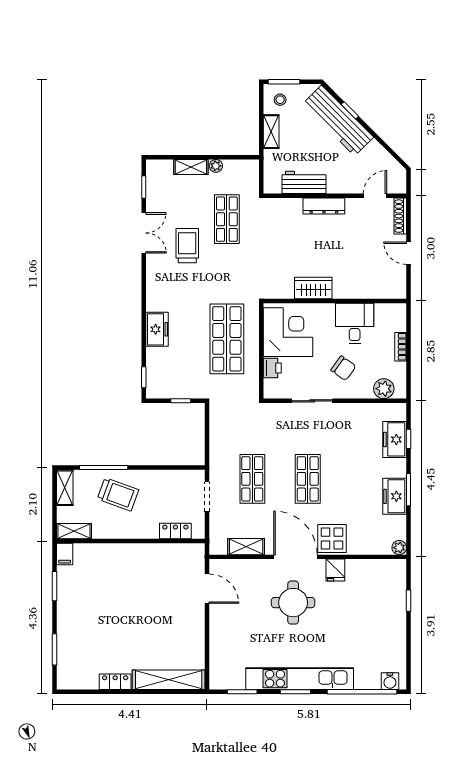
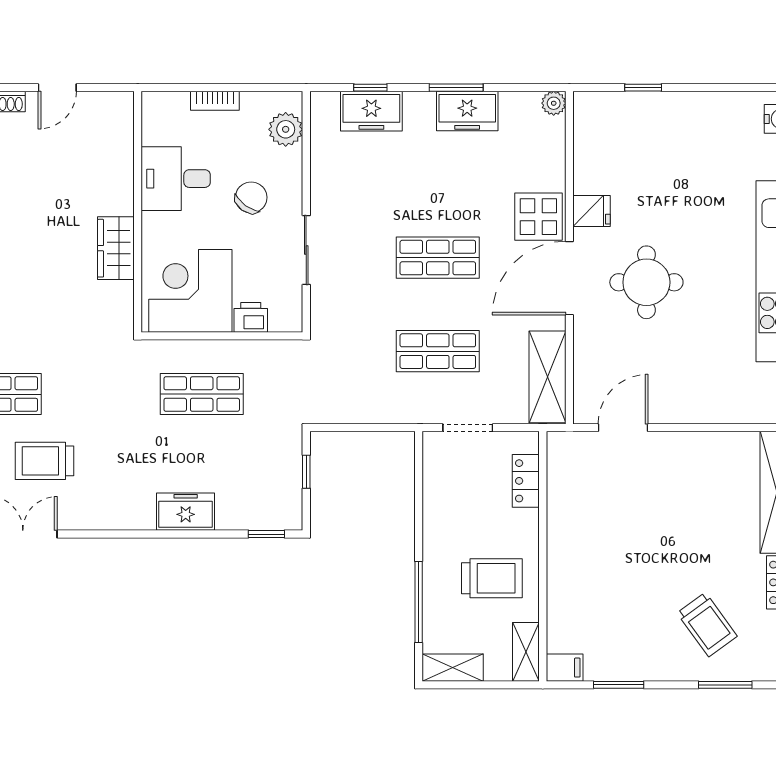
shop shelf: (227, 339) -> (202, 394), width x0.70, depth x0.74
trolley: (118, 494) -> (492, 578), moved, turned 70
shelving: (246, 547) -> (547, 377), width x1.50, depth x1.33
trolley: (90, 638) -> (707, 625), added

